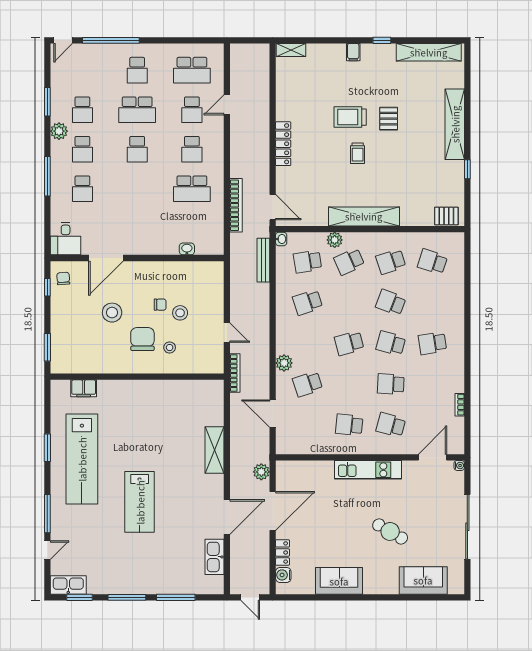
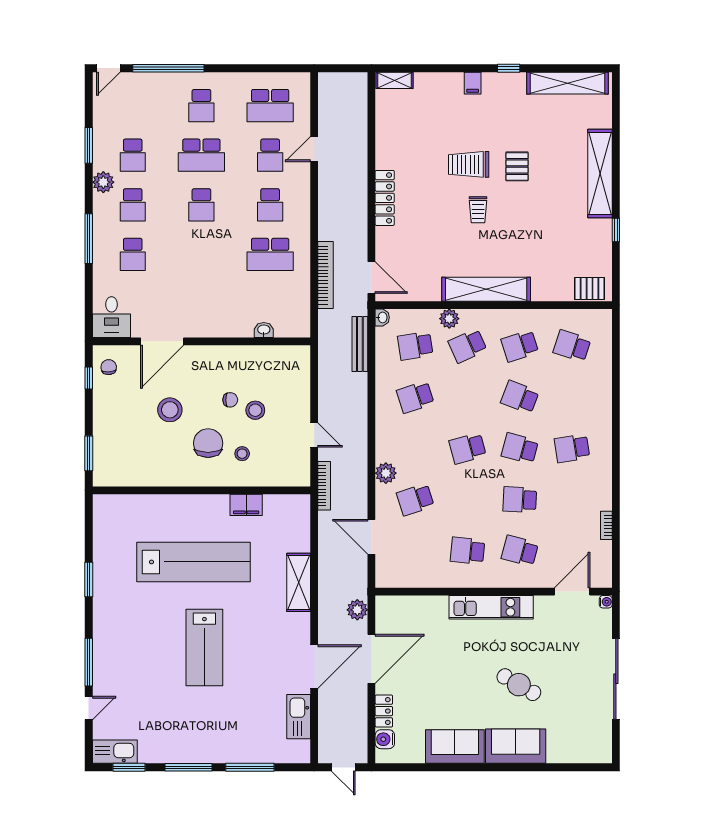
filing cabinet: (84, 388) -> (246, 505), moved
lab bench: (82, 459) -> (193, 562), moved, turned -90
sofa: (423, 580) -> (516, 746), moved

